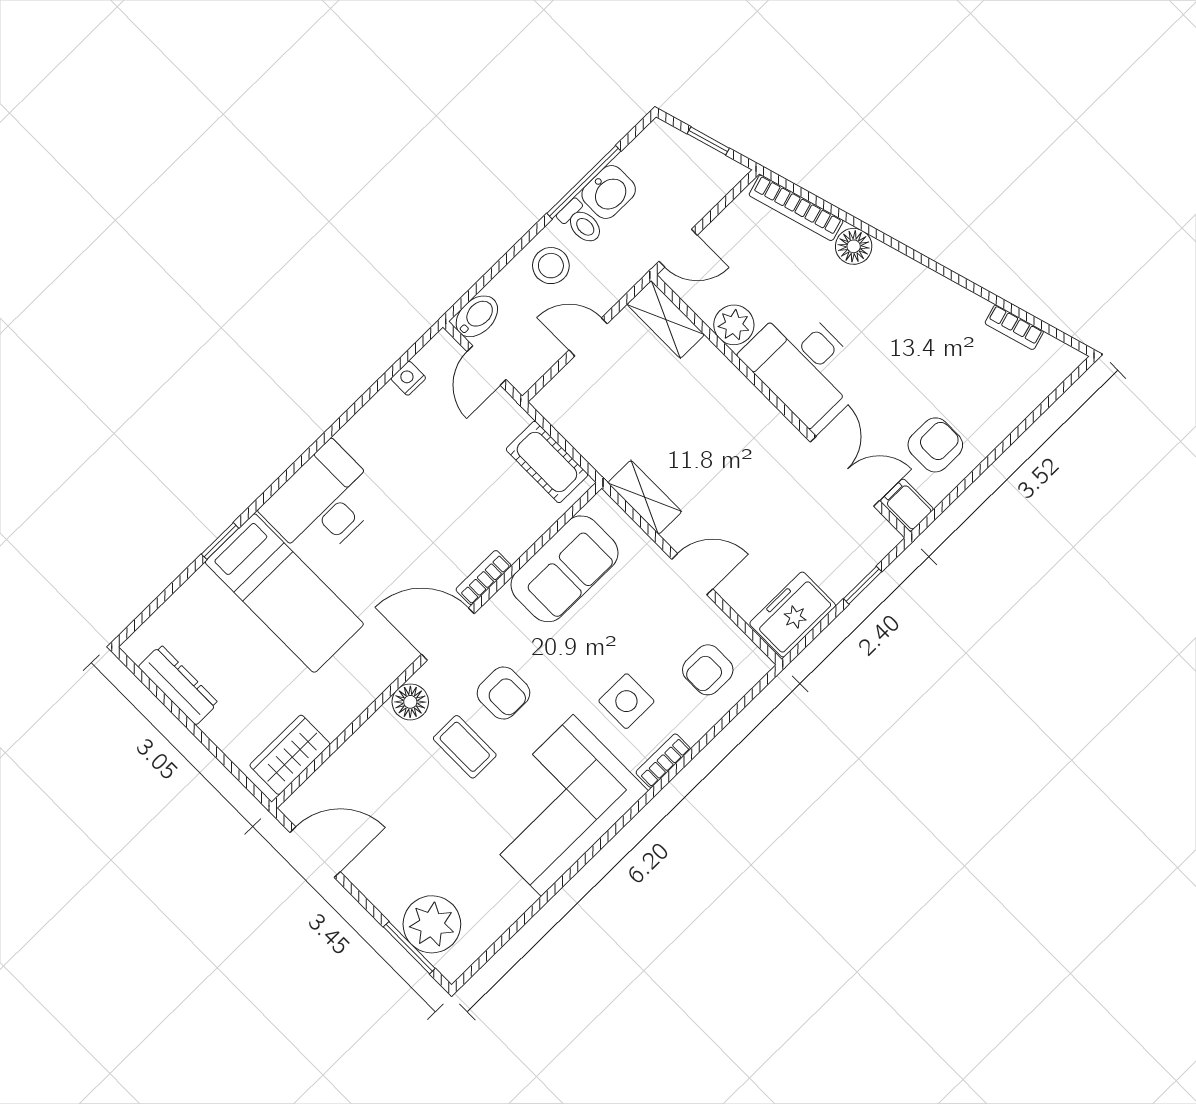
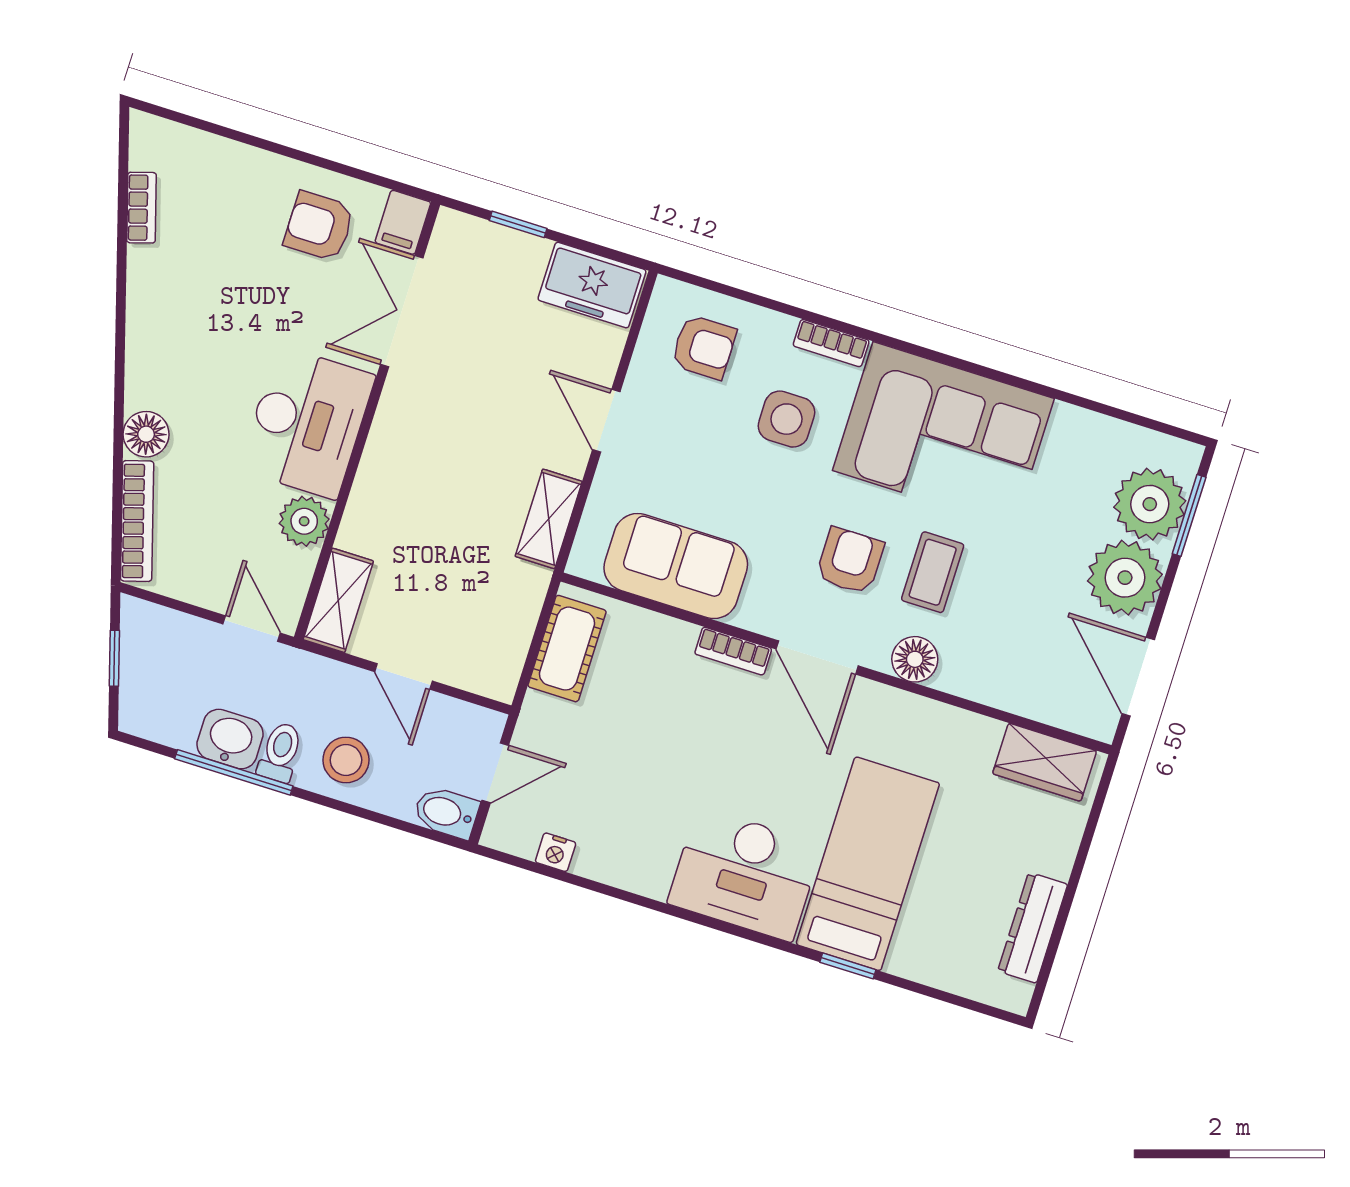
plant: (389, 880) -> (1125, 578), added

